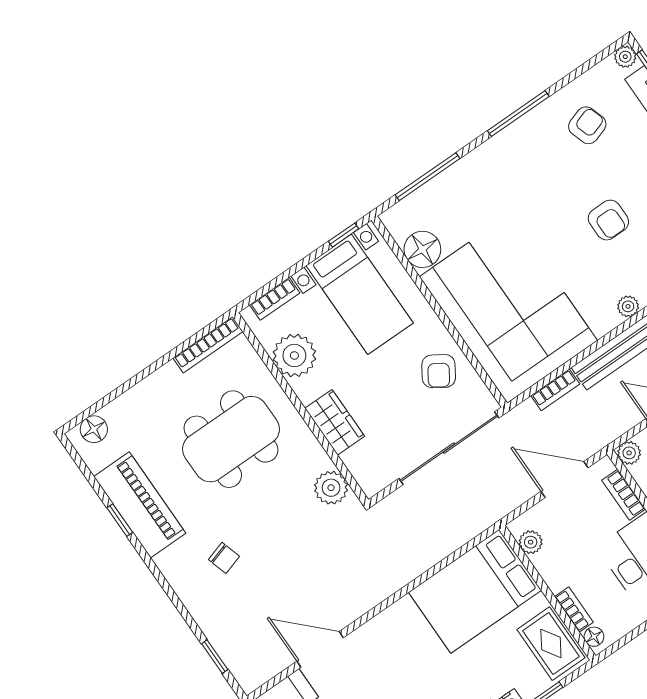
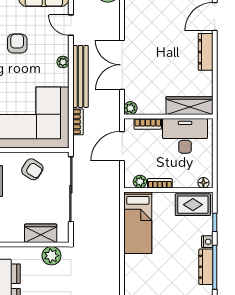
armchair: (608, 220) -> (17, 43), turned -90
wardrobe: (335, 422) -> (41, 233), moved
bed: (475, 591) -> (138, 223), width x0.67
bookcase: (574, 610) -> (160, 183), moved

